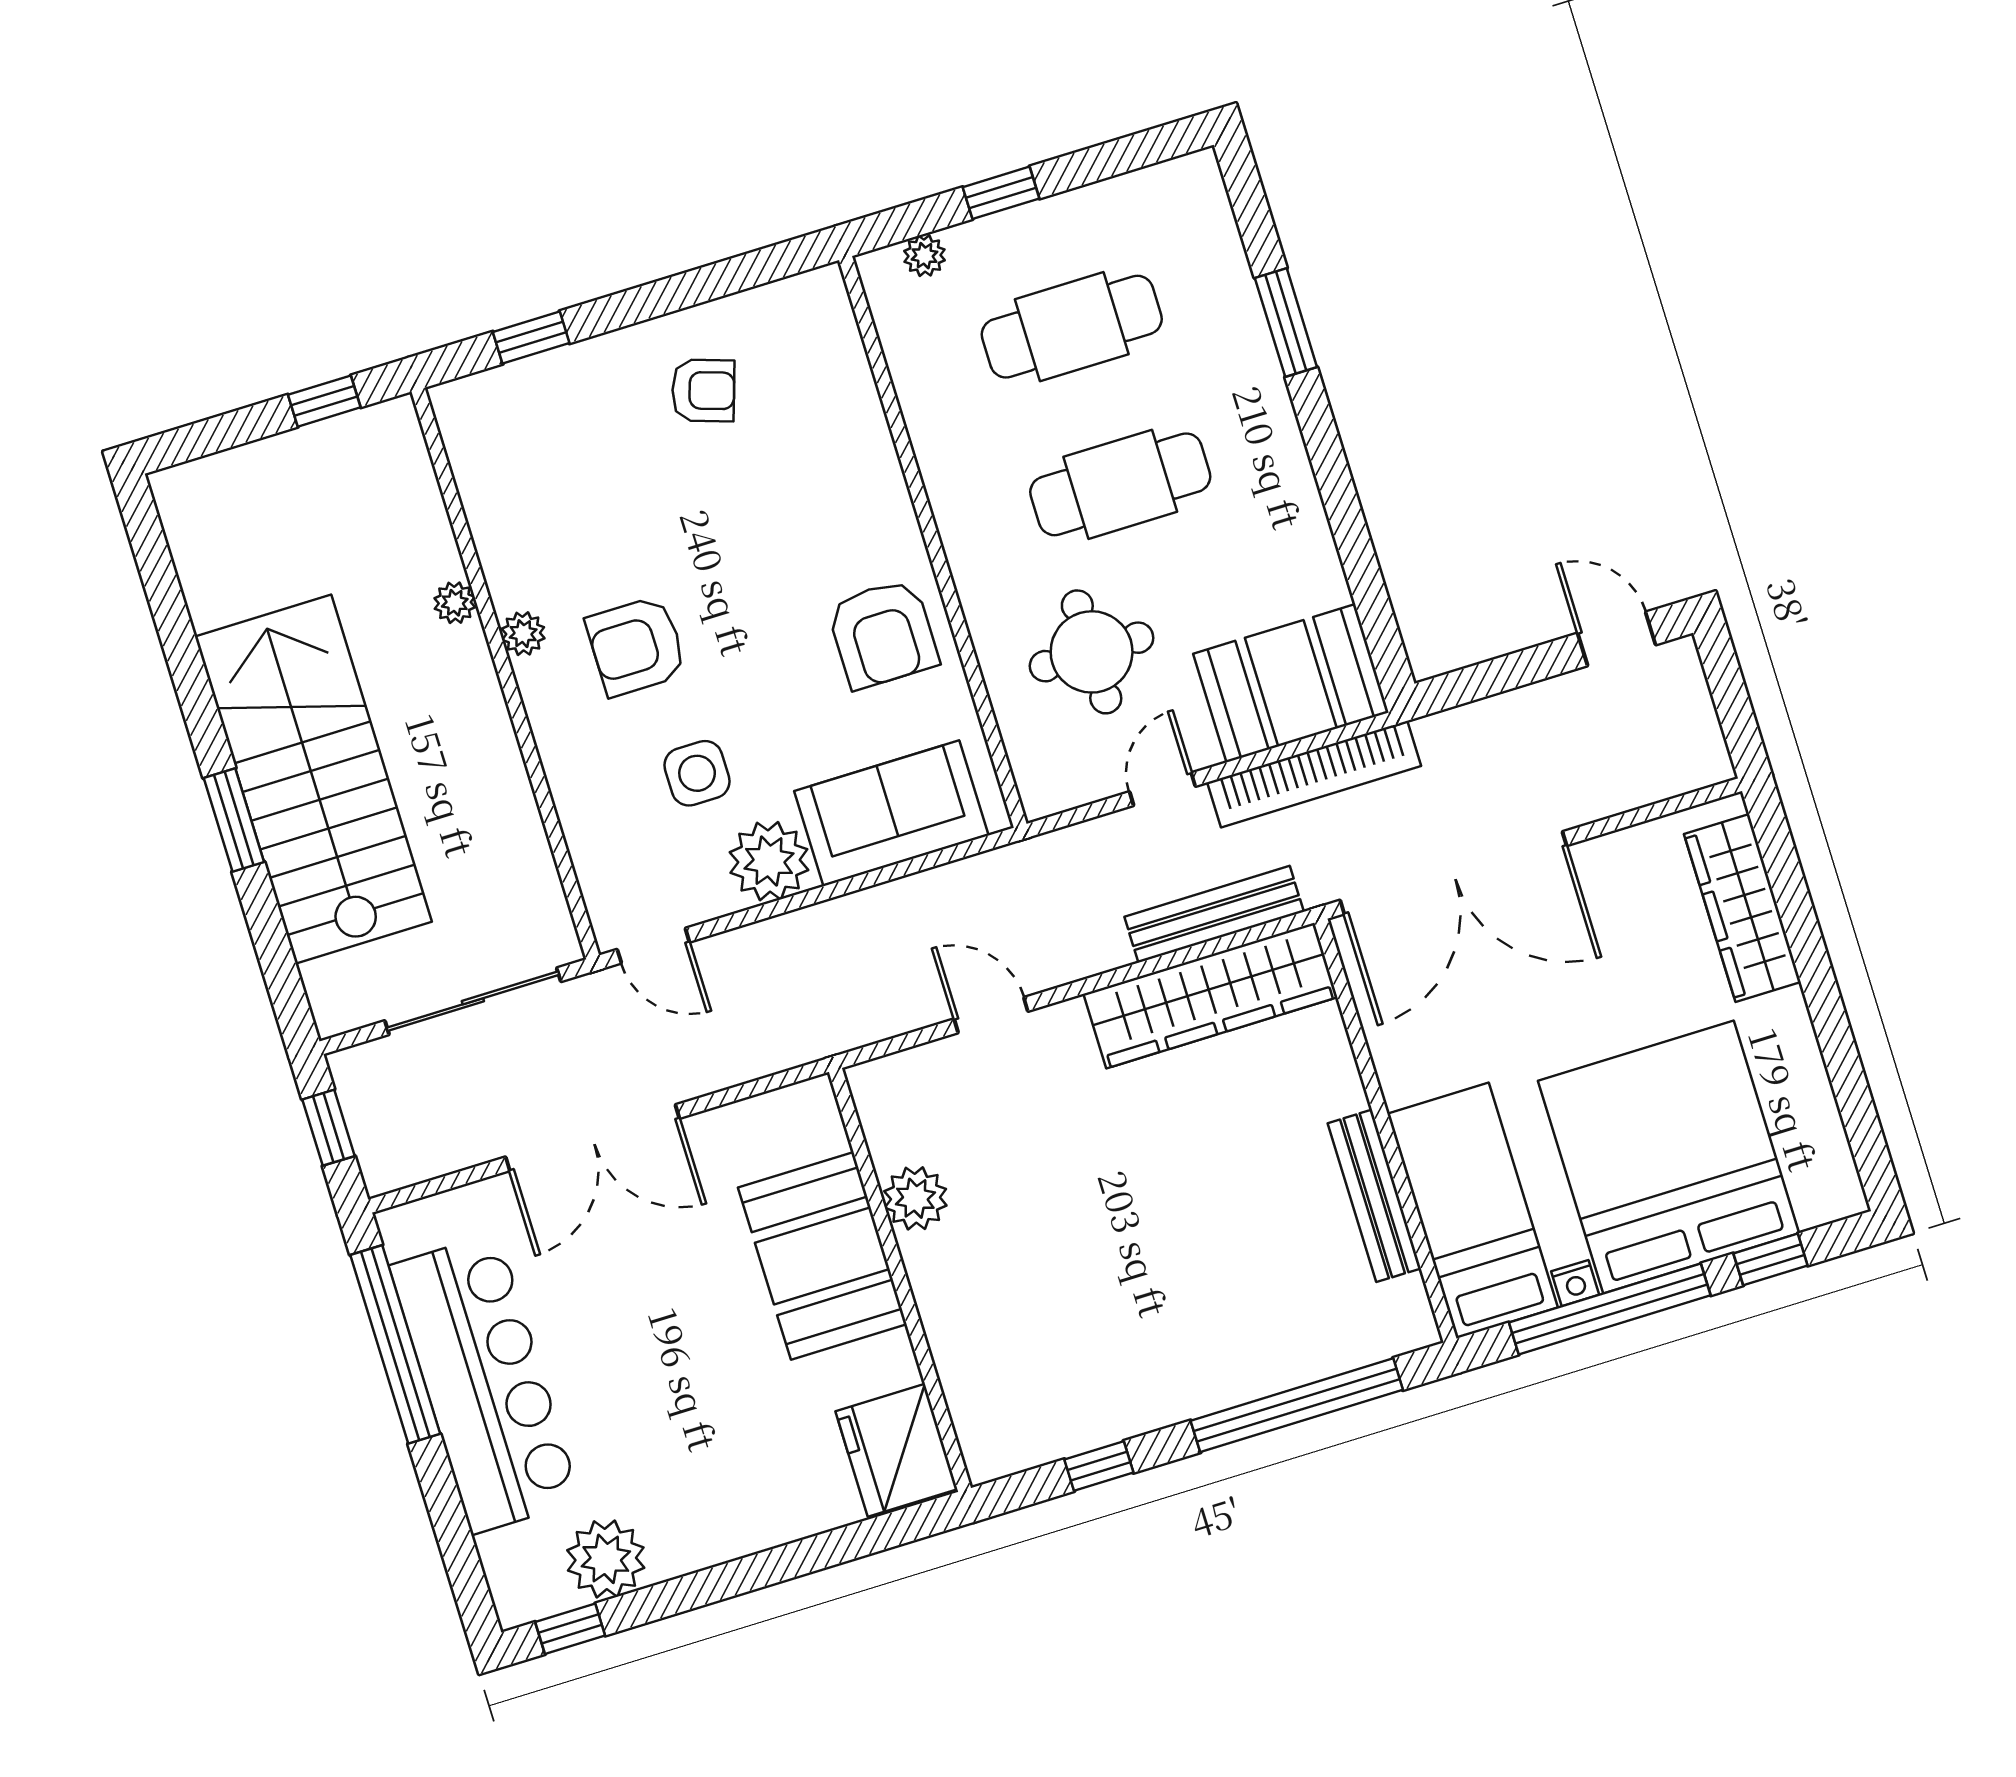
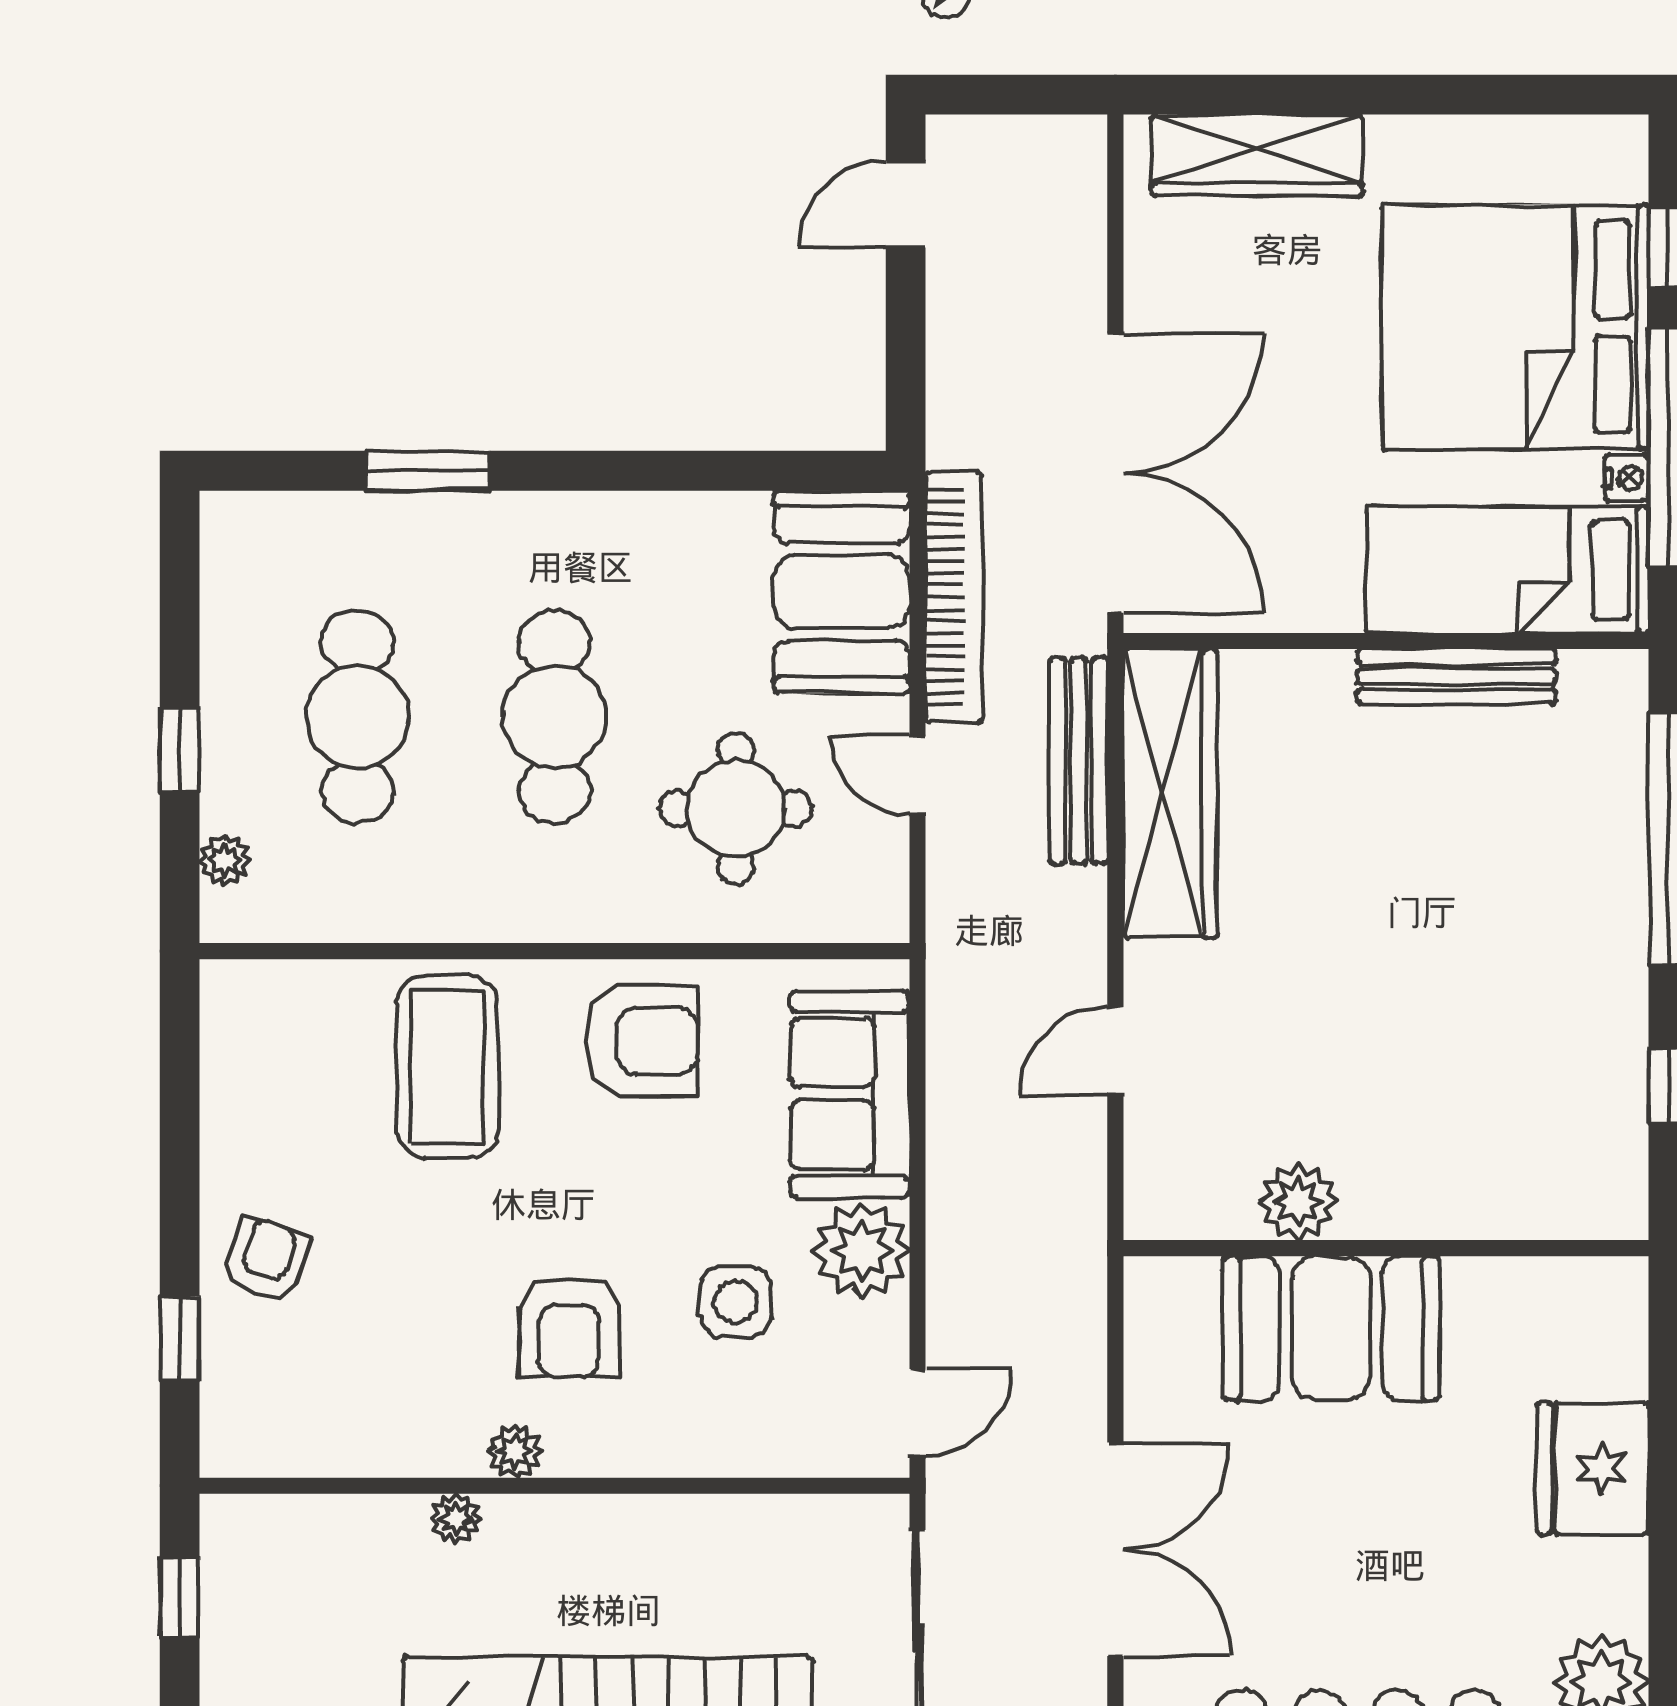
armchair: (703, 390) -> (266, 1260), moved
coffee table: (814, 484) -> (447, 1067), added
fridge: (896, 1450) -> (1593, 1469), moved, turned 90

